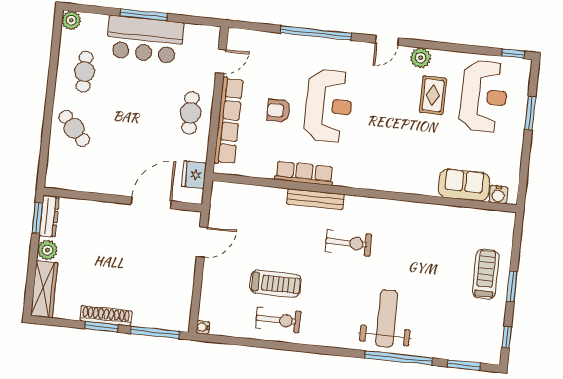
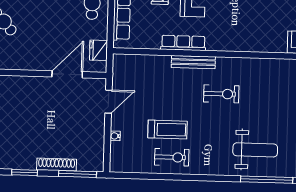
shoe rack: (106, 316) -> (57, 165), moved
weight bench: (387, 319) -> (255, 150), turned 90
window: (102, 327) -> (25, 172), moved
water cooler: (203, 327) -> (115, 136), moved

